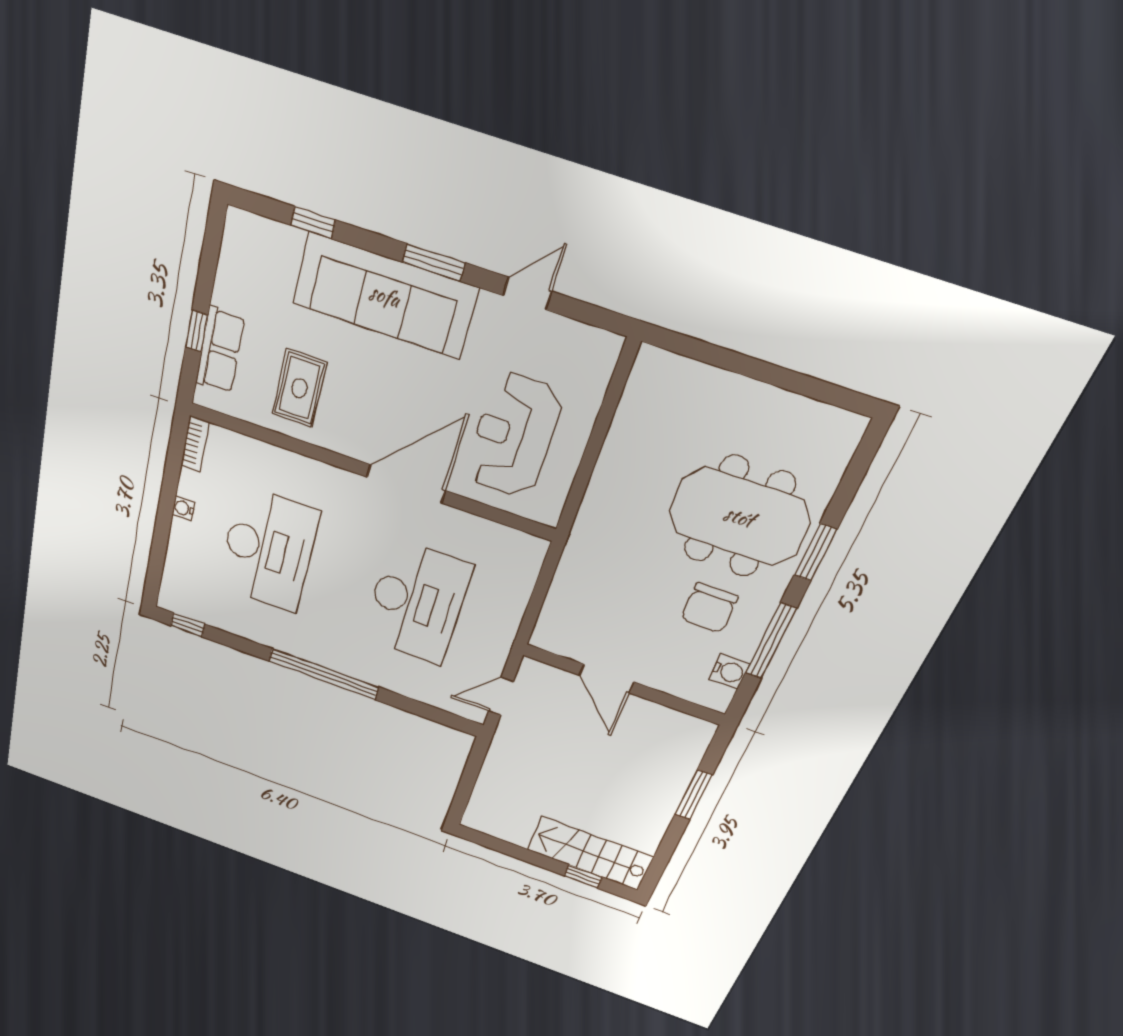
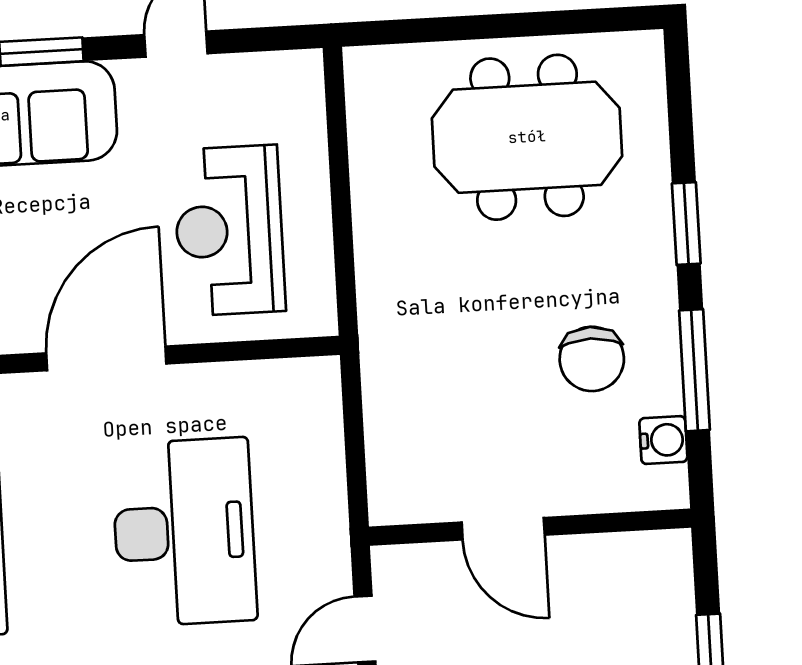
meeting table: (739, 517) -> (527, 137), moved

